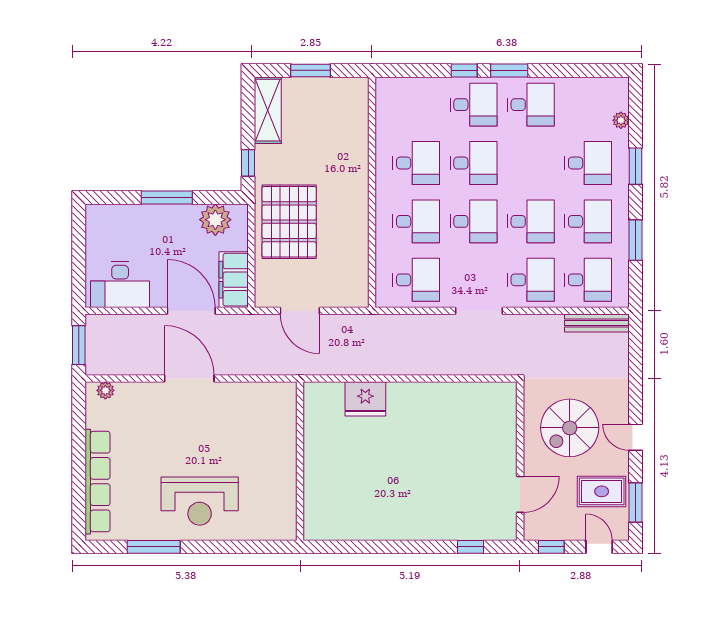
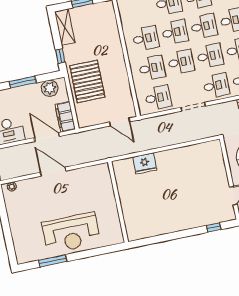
desk: (531, 163) -> (204, 26), added
door: (300, 311) -> (120, 122), moved
row of seats: (97, 482) -> (17, 234), removed
reception desk: (200, 501) -> (71, 233), width x1.36, depth x1.30

